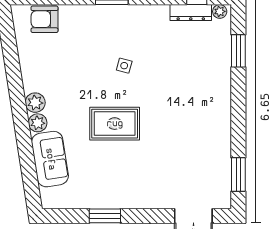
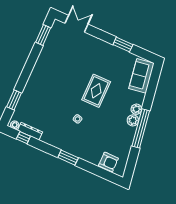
window: (17, 96) -> (141, 128), added
rug: (115, 124) -> (96, 91), turned 90
sofa: (50, 159) -> (142, 76), moved

